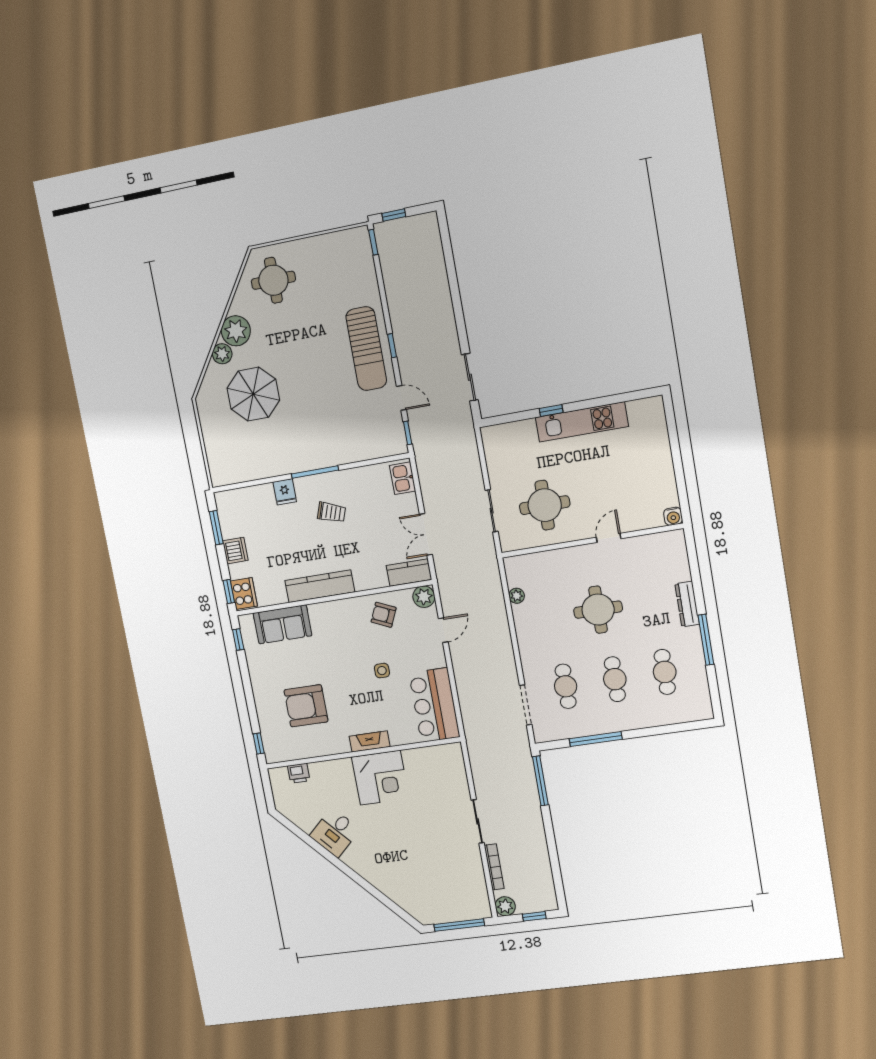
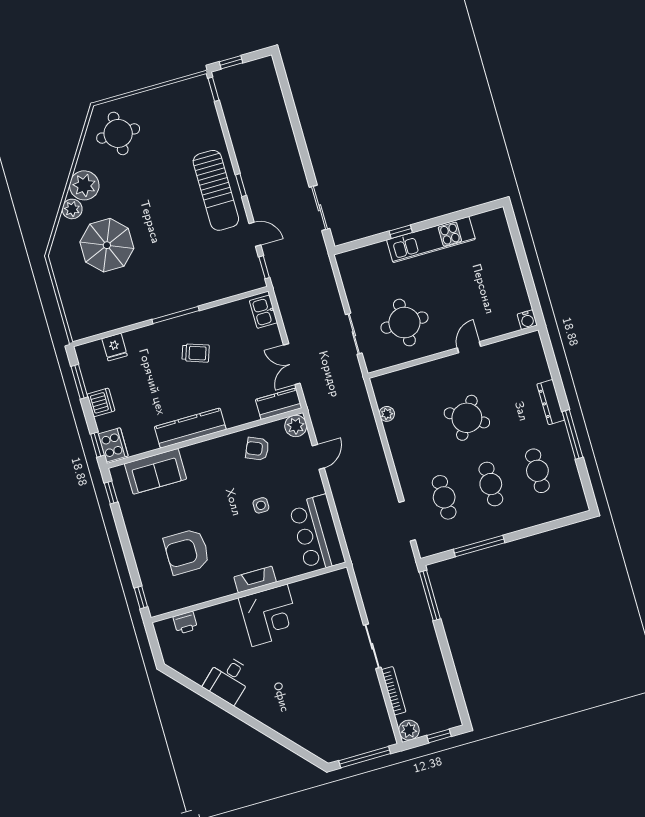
fridge: (285, 492) -> (115, 347), moved
round table: (598, 610) -> (467, 418), turned 31

